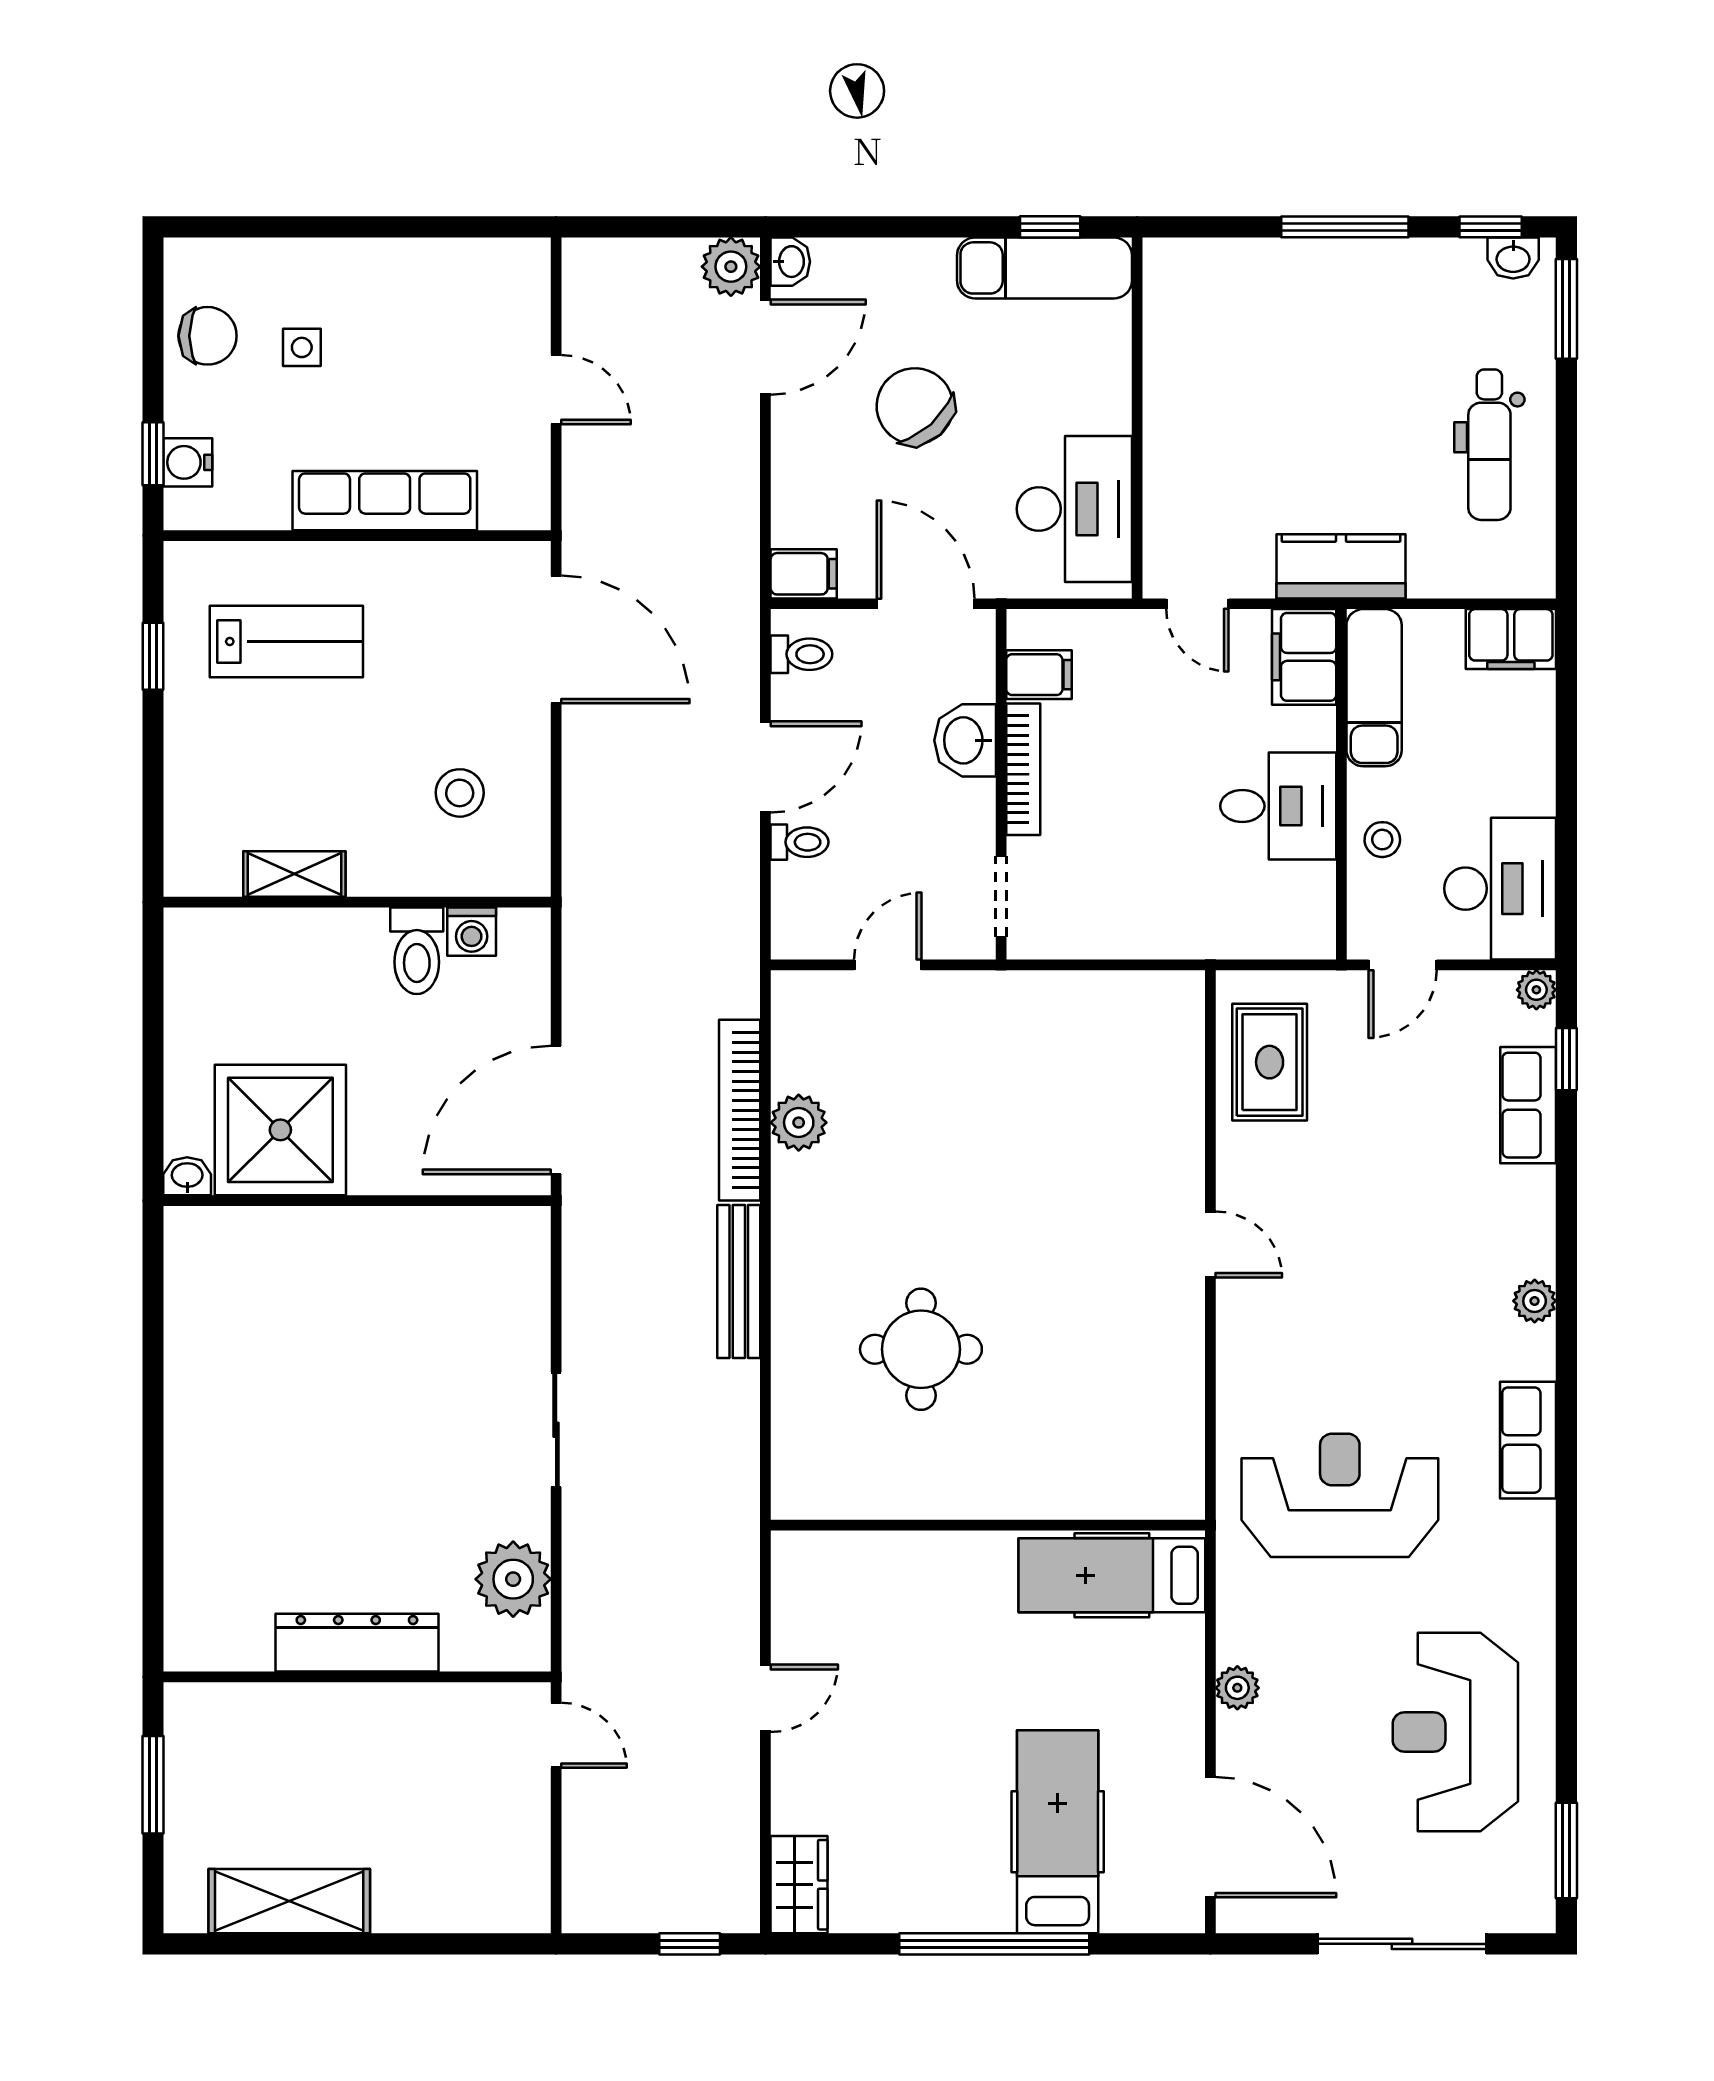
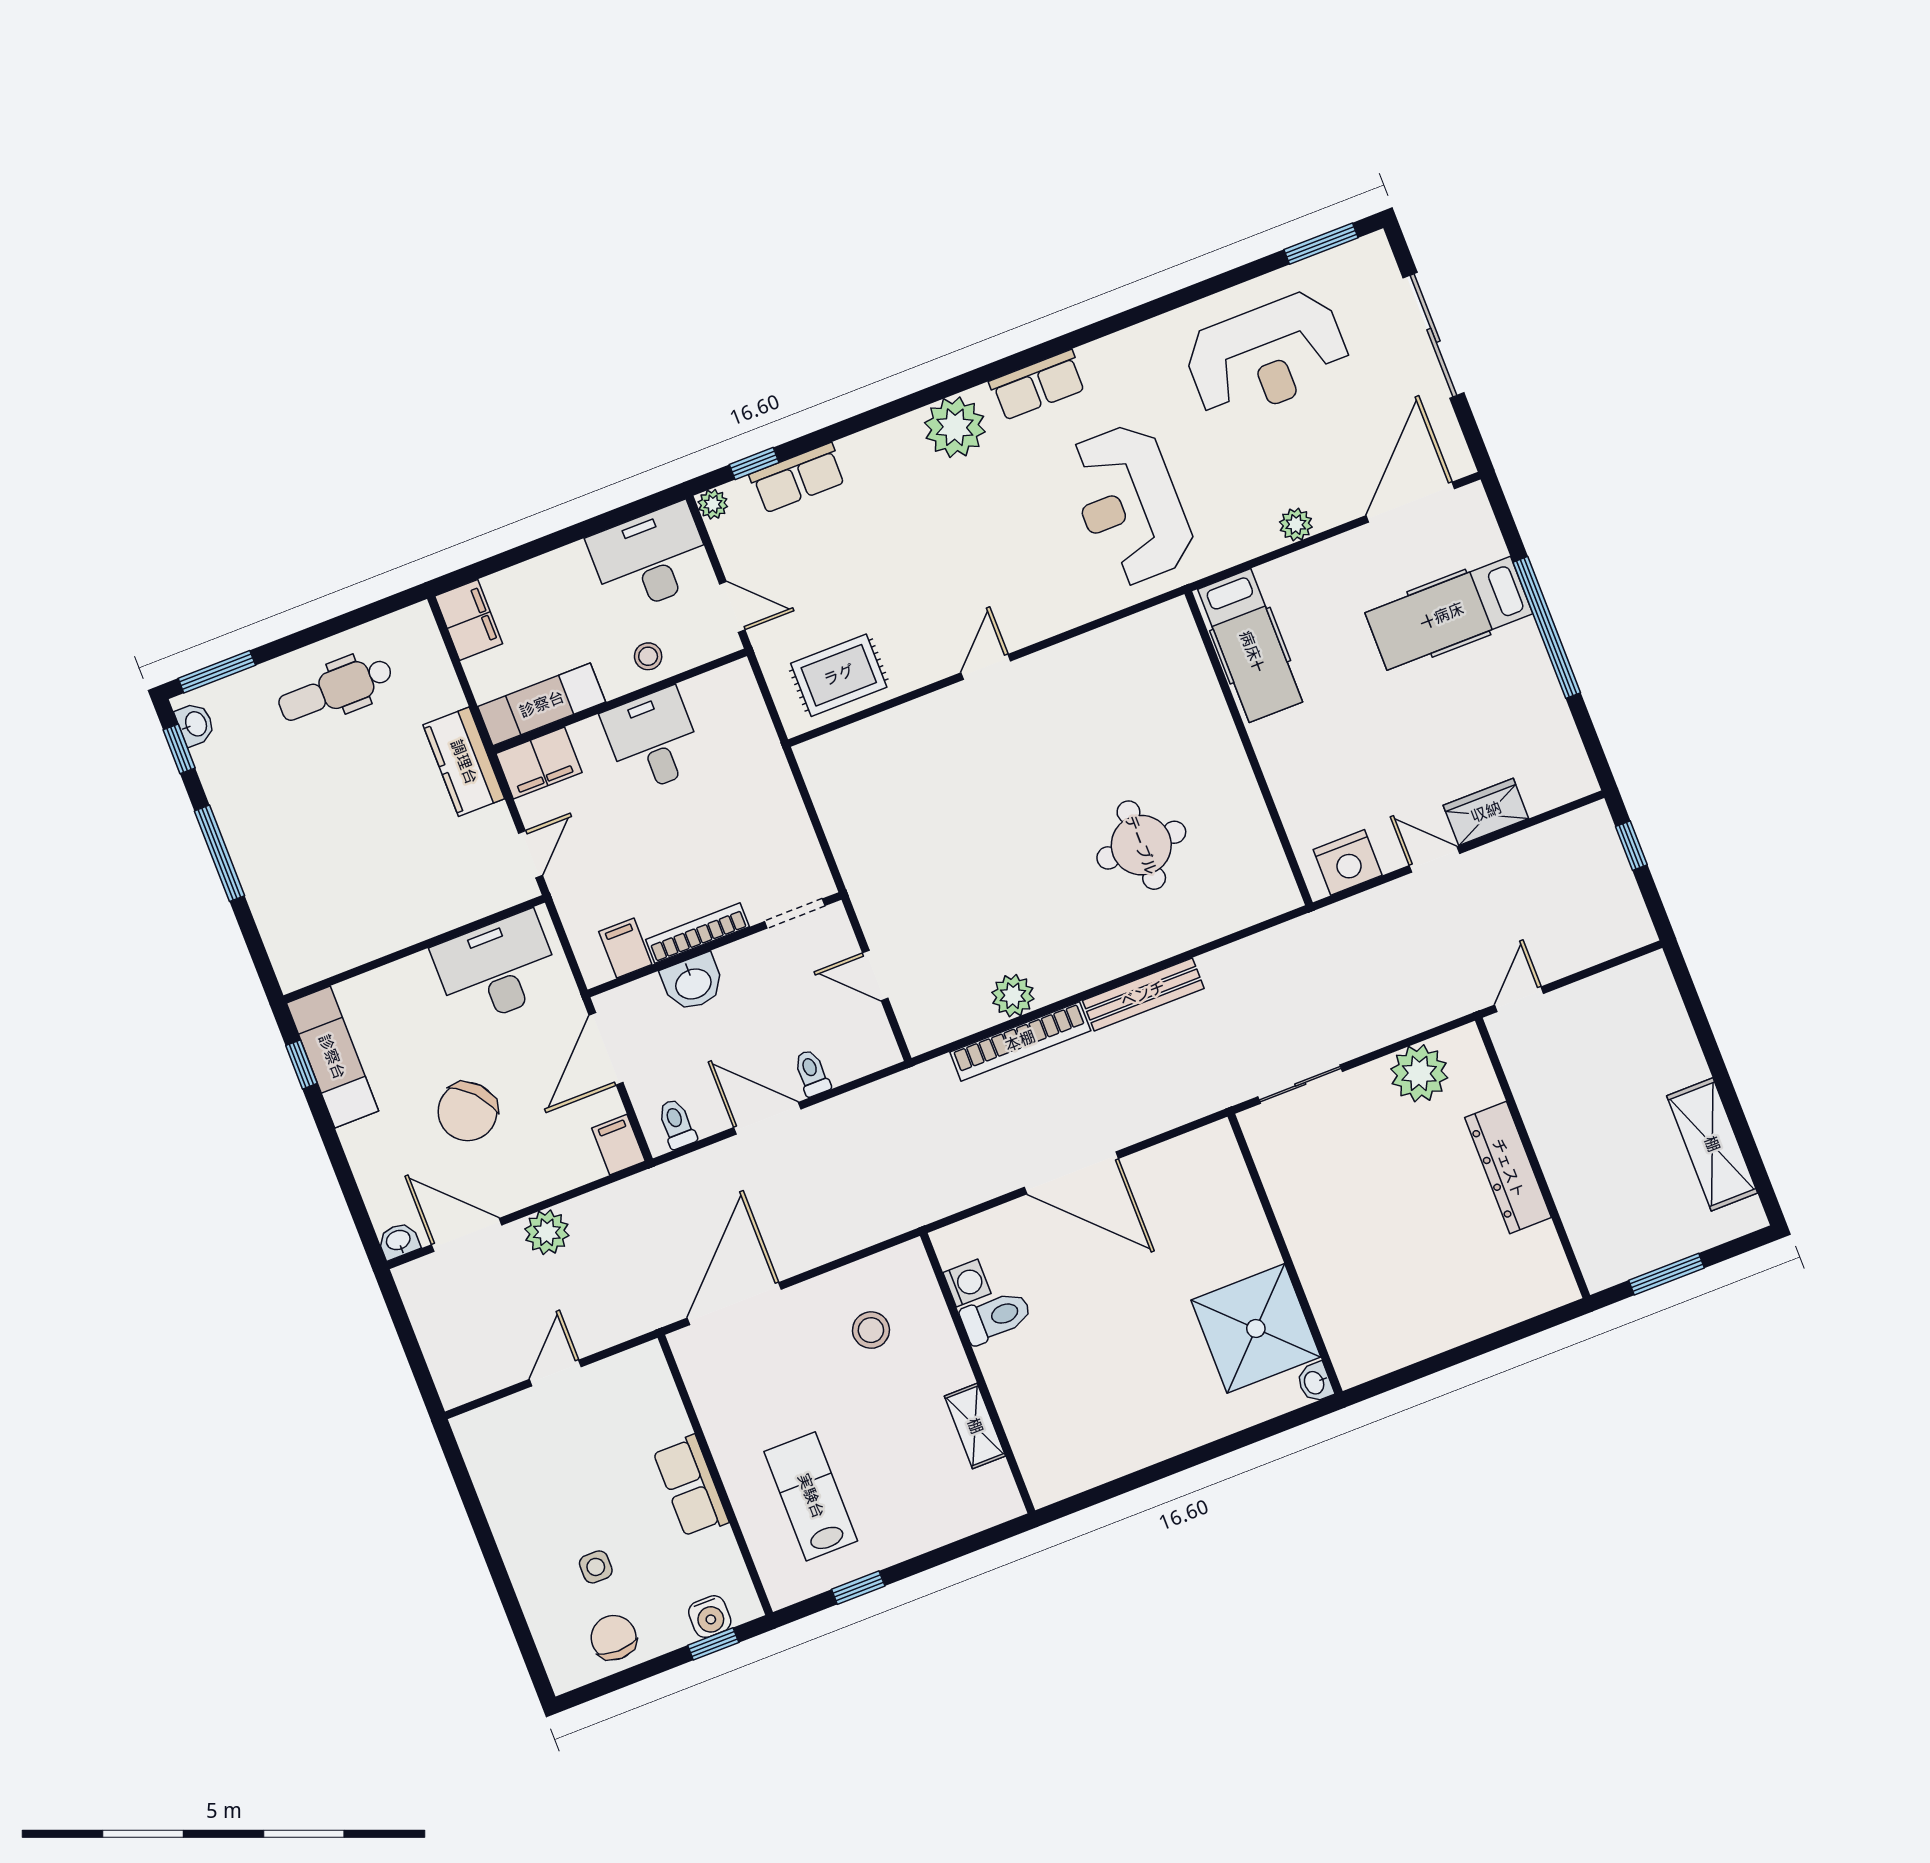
plant: (731, 267) -> (547, 1232), moved
dental chair: (1489, 445) -> (336, 689), turned 180
row of seats: (385, 501) -> (691, 1486), width x0.68
shower: (280, 1130) -> (1256, 1328), moved
washbasin: (187, 1176) -> (1315, 1382), moved
wall: (357, 1201) -> (1285, 1254), moved
plant: (1535, 1301) -> (955, 427), width x1.88, depth x1.88
nightstand: (803, 1591) -> (1348, 862), added
wardrobe: (799, 1885) -> (1486, 812), moved

